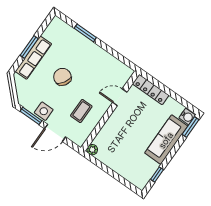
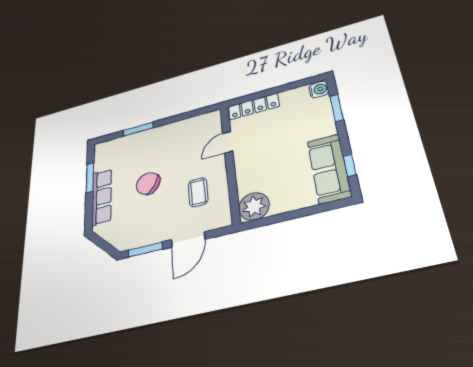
window: (29, 47) -> (90, 178), moved
side table: (44, 111) -> (156, 232), removed
window: (191, 127) -> (337, 108), moved
sofa: (166, 140) -> (329, 168), moved
plant: (92, 150) -> (254, 206), width x1.88, depth x1.88

